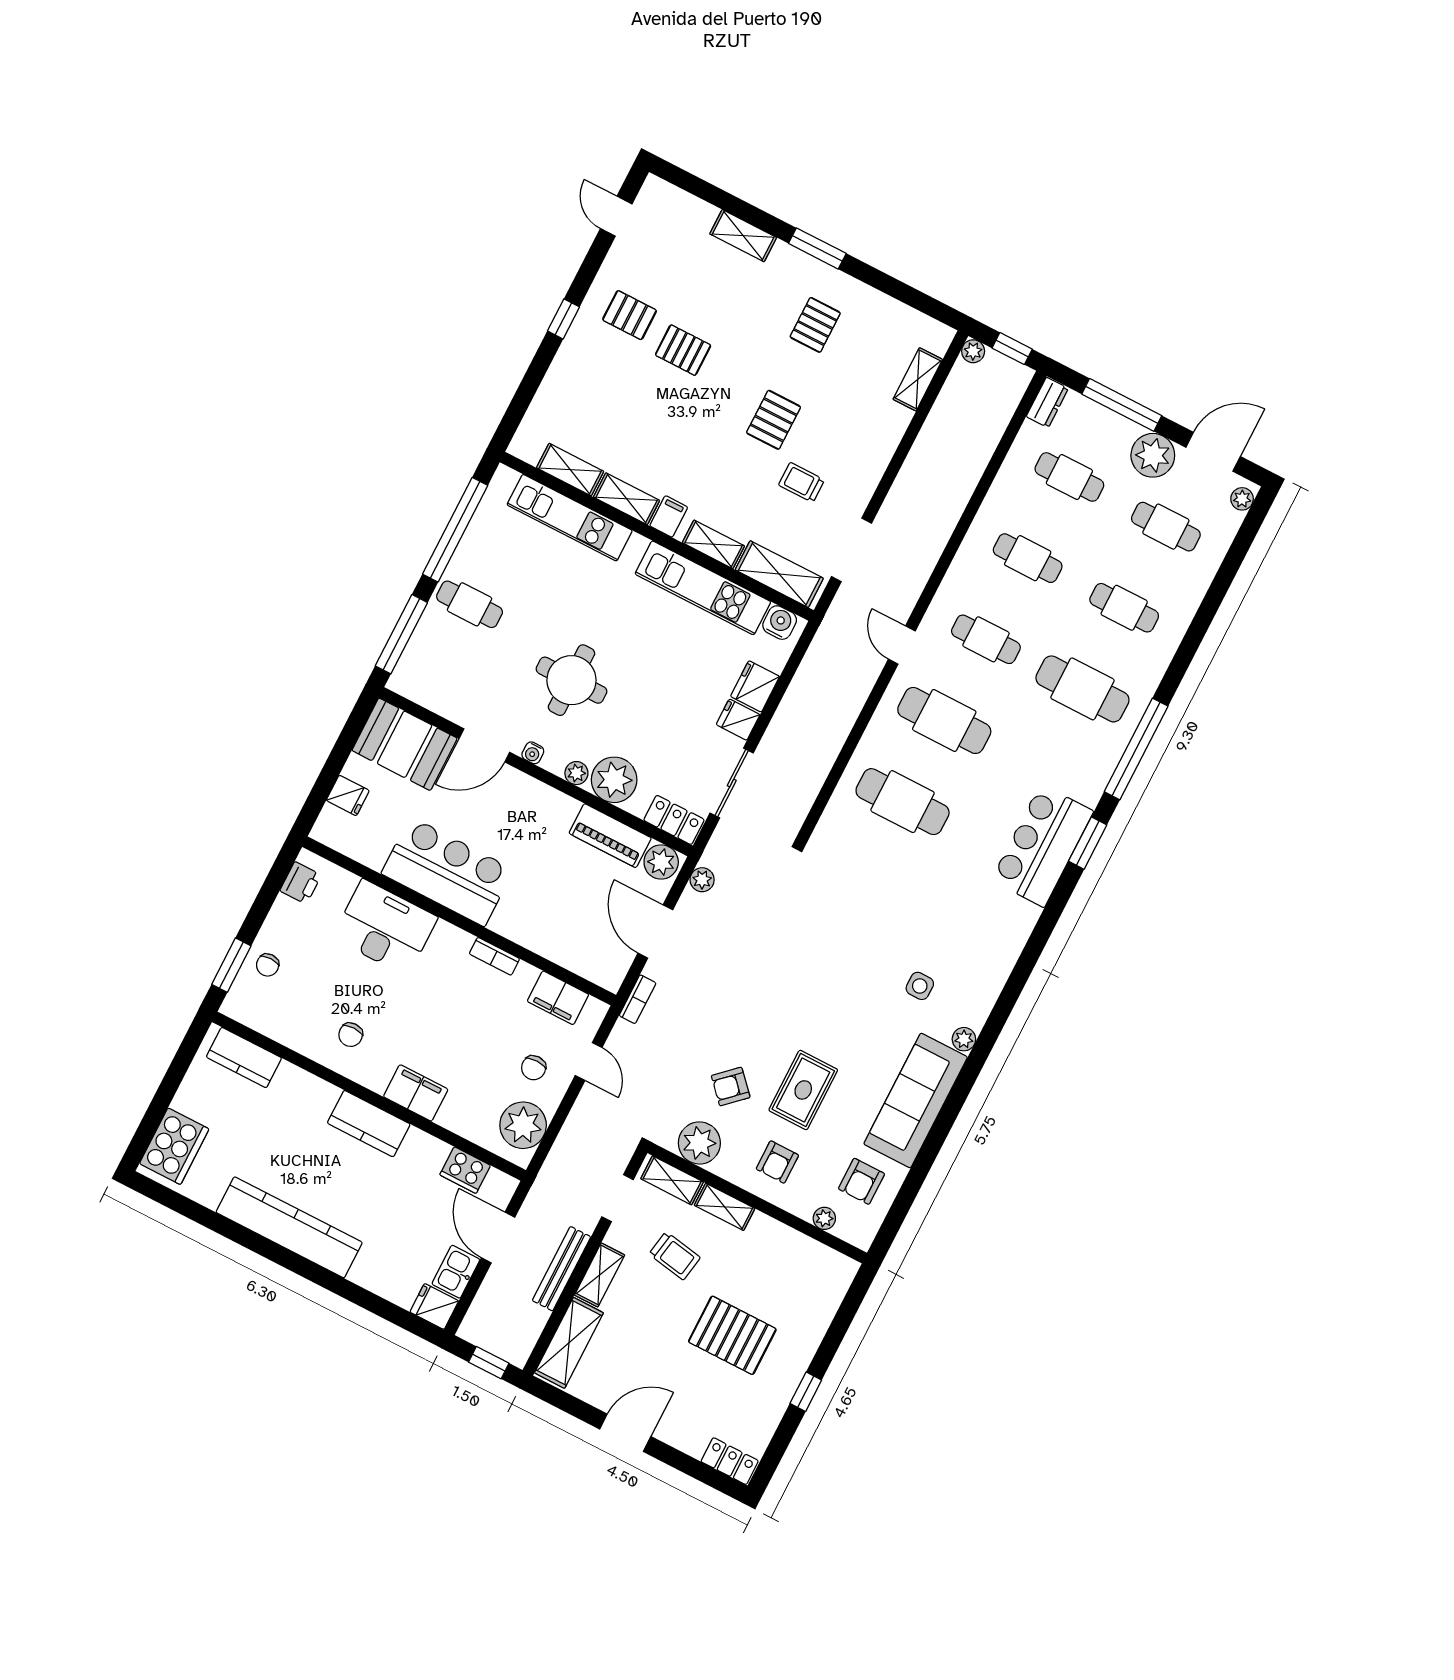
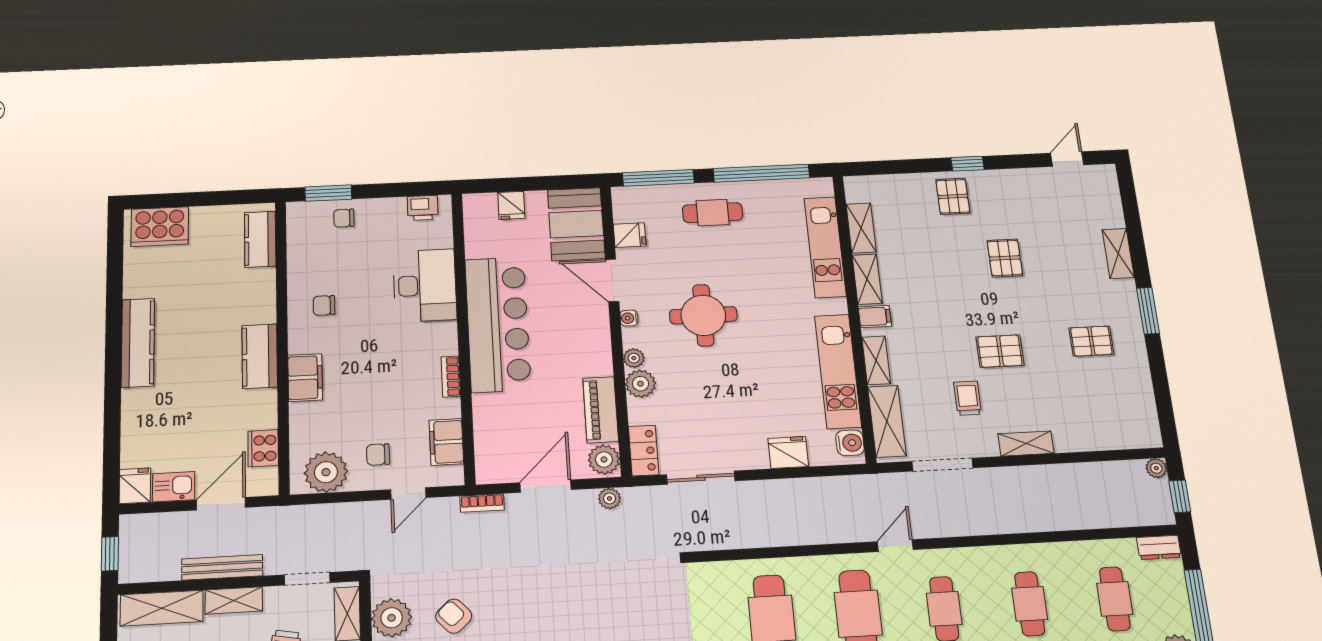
pallet: (630, 315) -> (953, 196), moved
shelving: (918, 379) -> (1026, 444), moved
cafe table: (470, 604) -> (713, 213), turned 90
fridge: (738, 720) -> (630, 235), moved, turned 90
plant: (614, 780) -> (641, 384), width x0.73, depth x0.73
bar counter: (447, 872) -> (498, 324), width x1.36
kitchen counter: (289, 1227) -> (138, 343), width x0.72, depth x0.86

